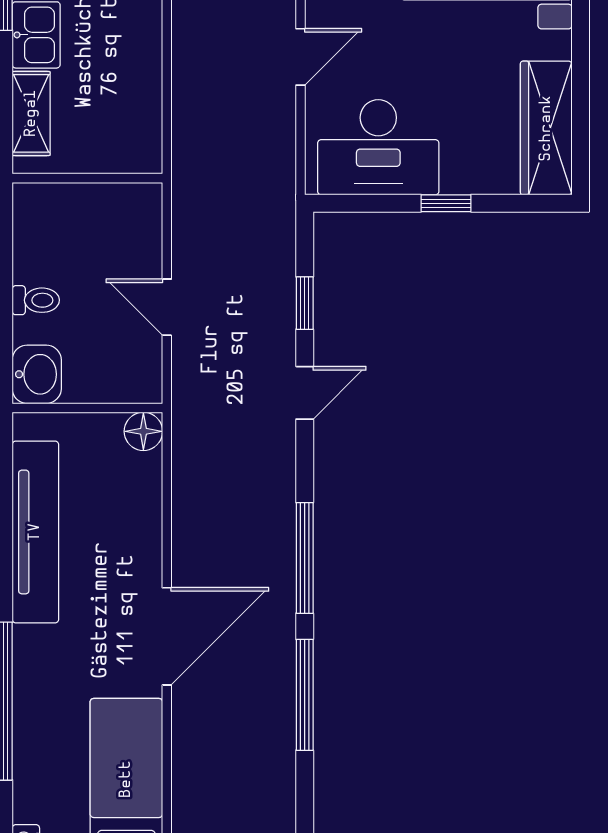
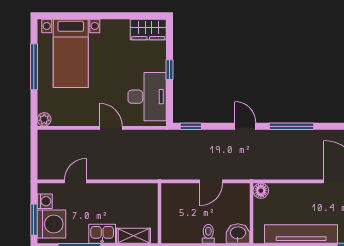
wardrobe: (546, 128) -> (148, 29), width x0.67
window: (305, 303) -> (191, 126), moved
window: (305, 558) -> (292, 126), moved

